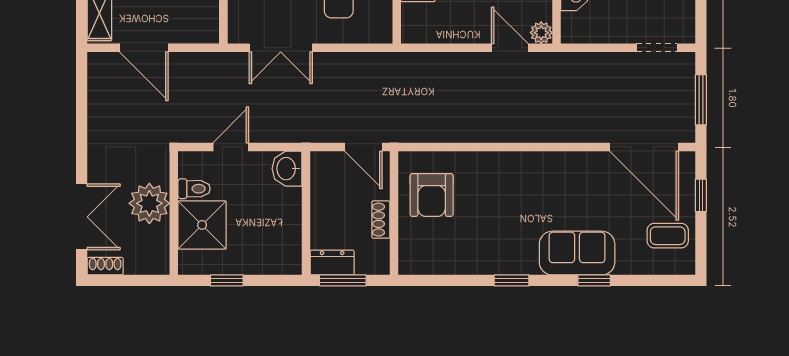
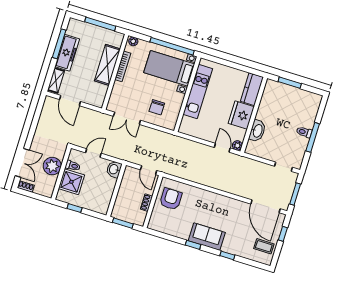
armchair: (432, 195) -> (171, 199), turned 180
sofa: (577, 253) -> (207, 237), moved
dresser: (332, 263) -> (121, 214), removed

